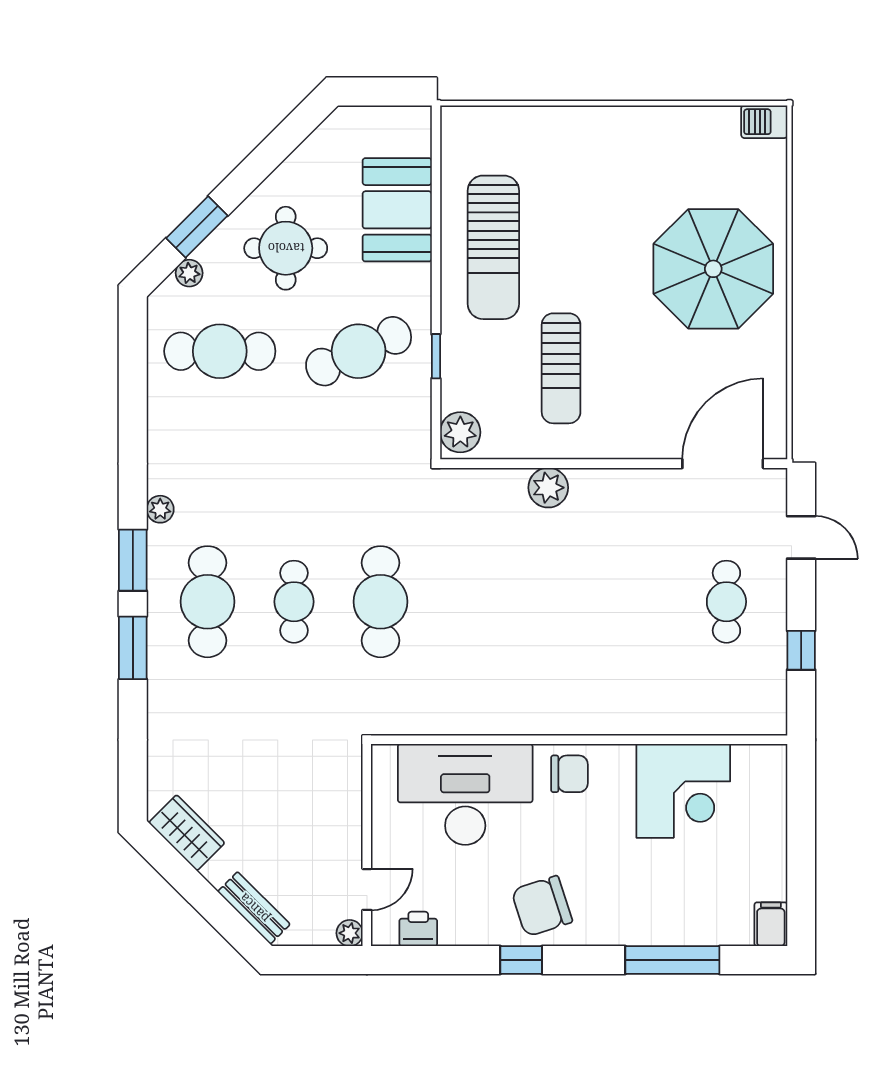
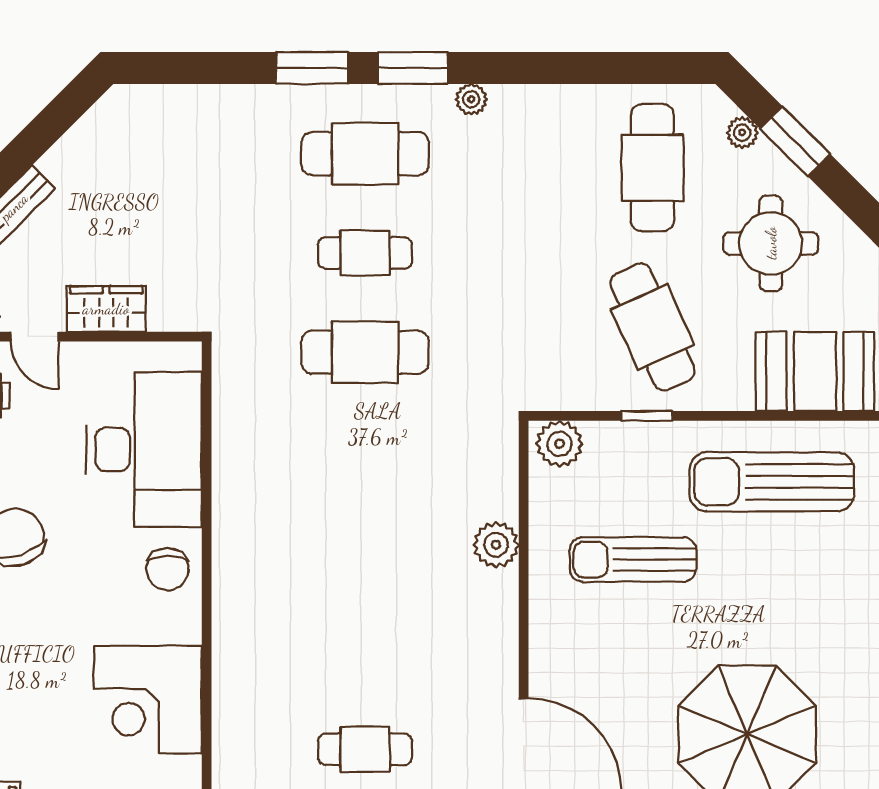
wardrobe: (187, 833) -> (106, 309), moved, turned -135

